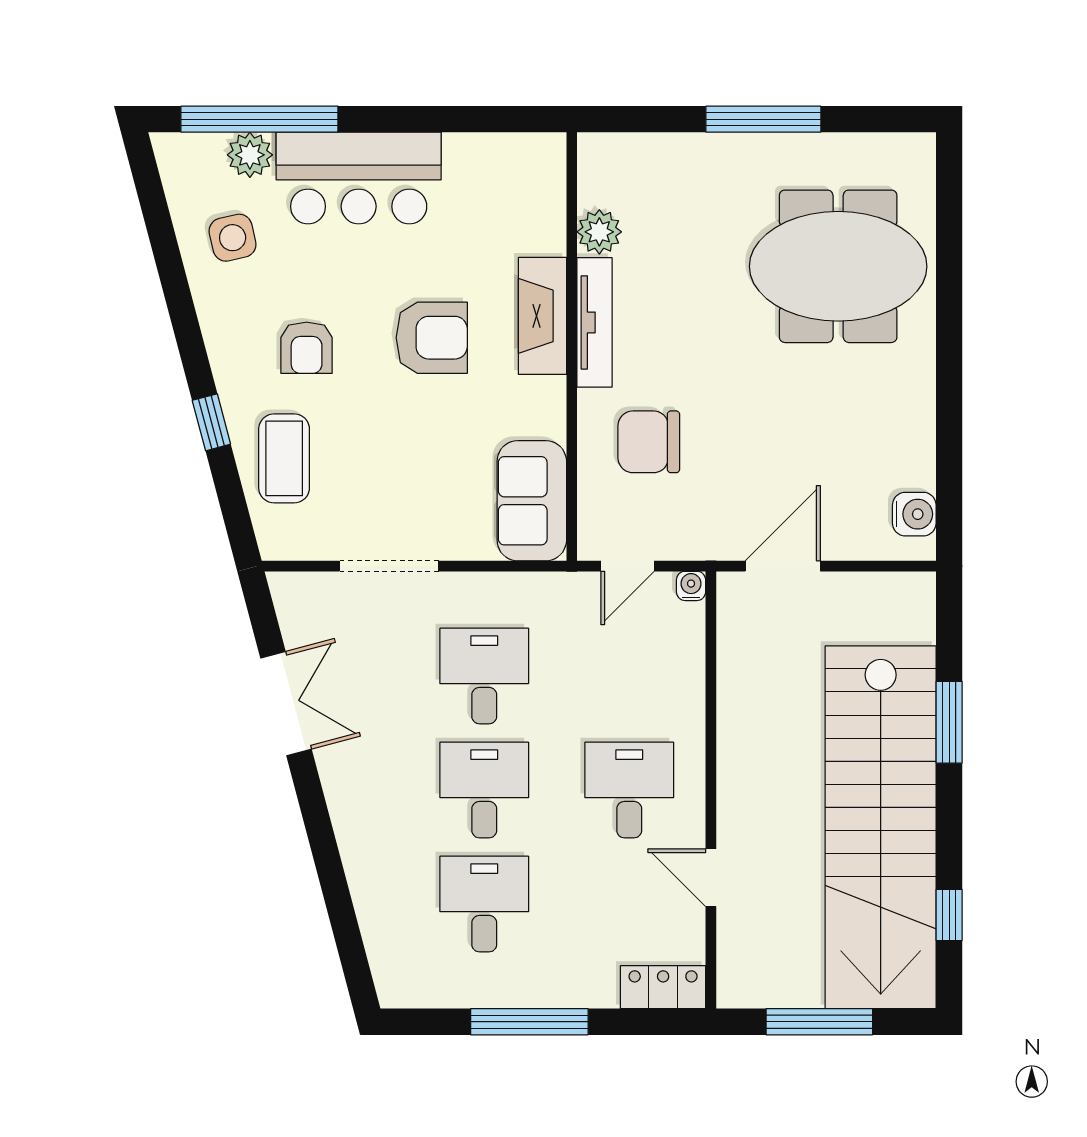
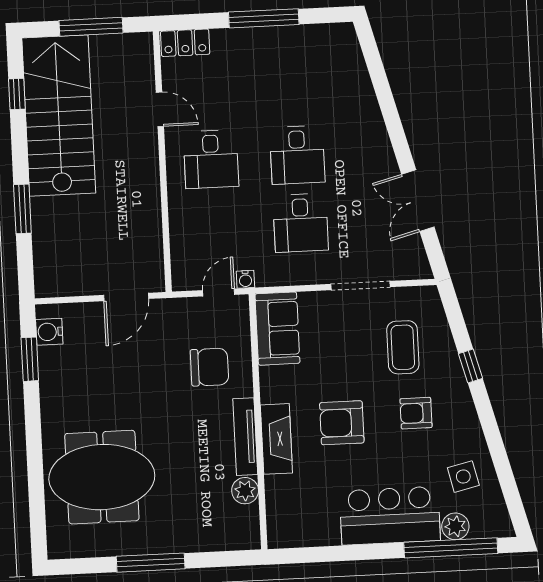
armchair: (307, 348) -> (416, 413), turned -90
coffee table: (284, 458) -> (403, 347), moved
window: (949, 470) -> (30, 359), added
water cooler: (691, 586) -> (245, 279), moved
stairs: (881, 827) -> (59, 116), width x0.73
desk: (484, 904) -> (294, 87), removed

